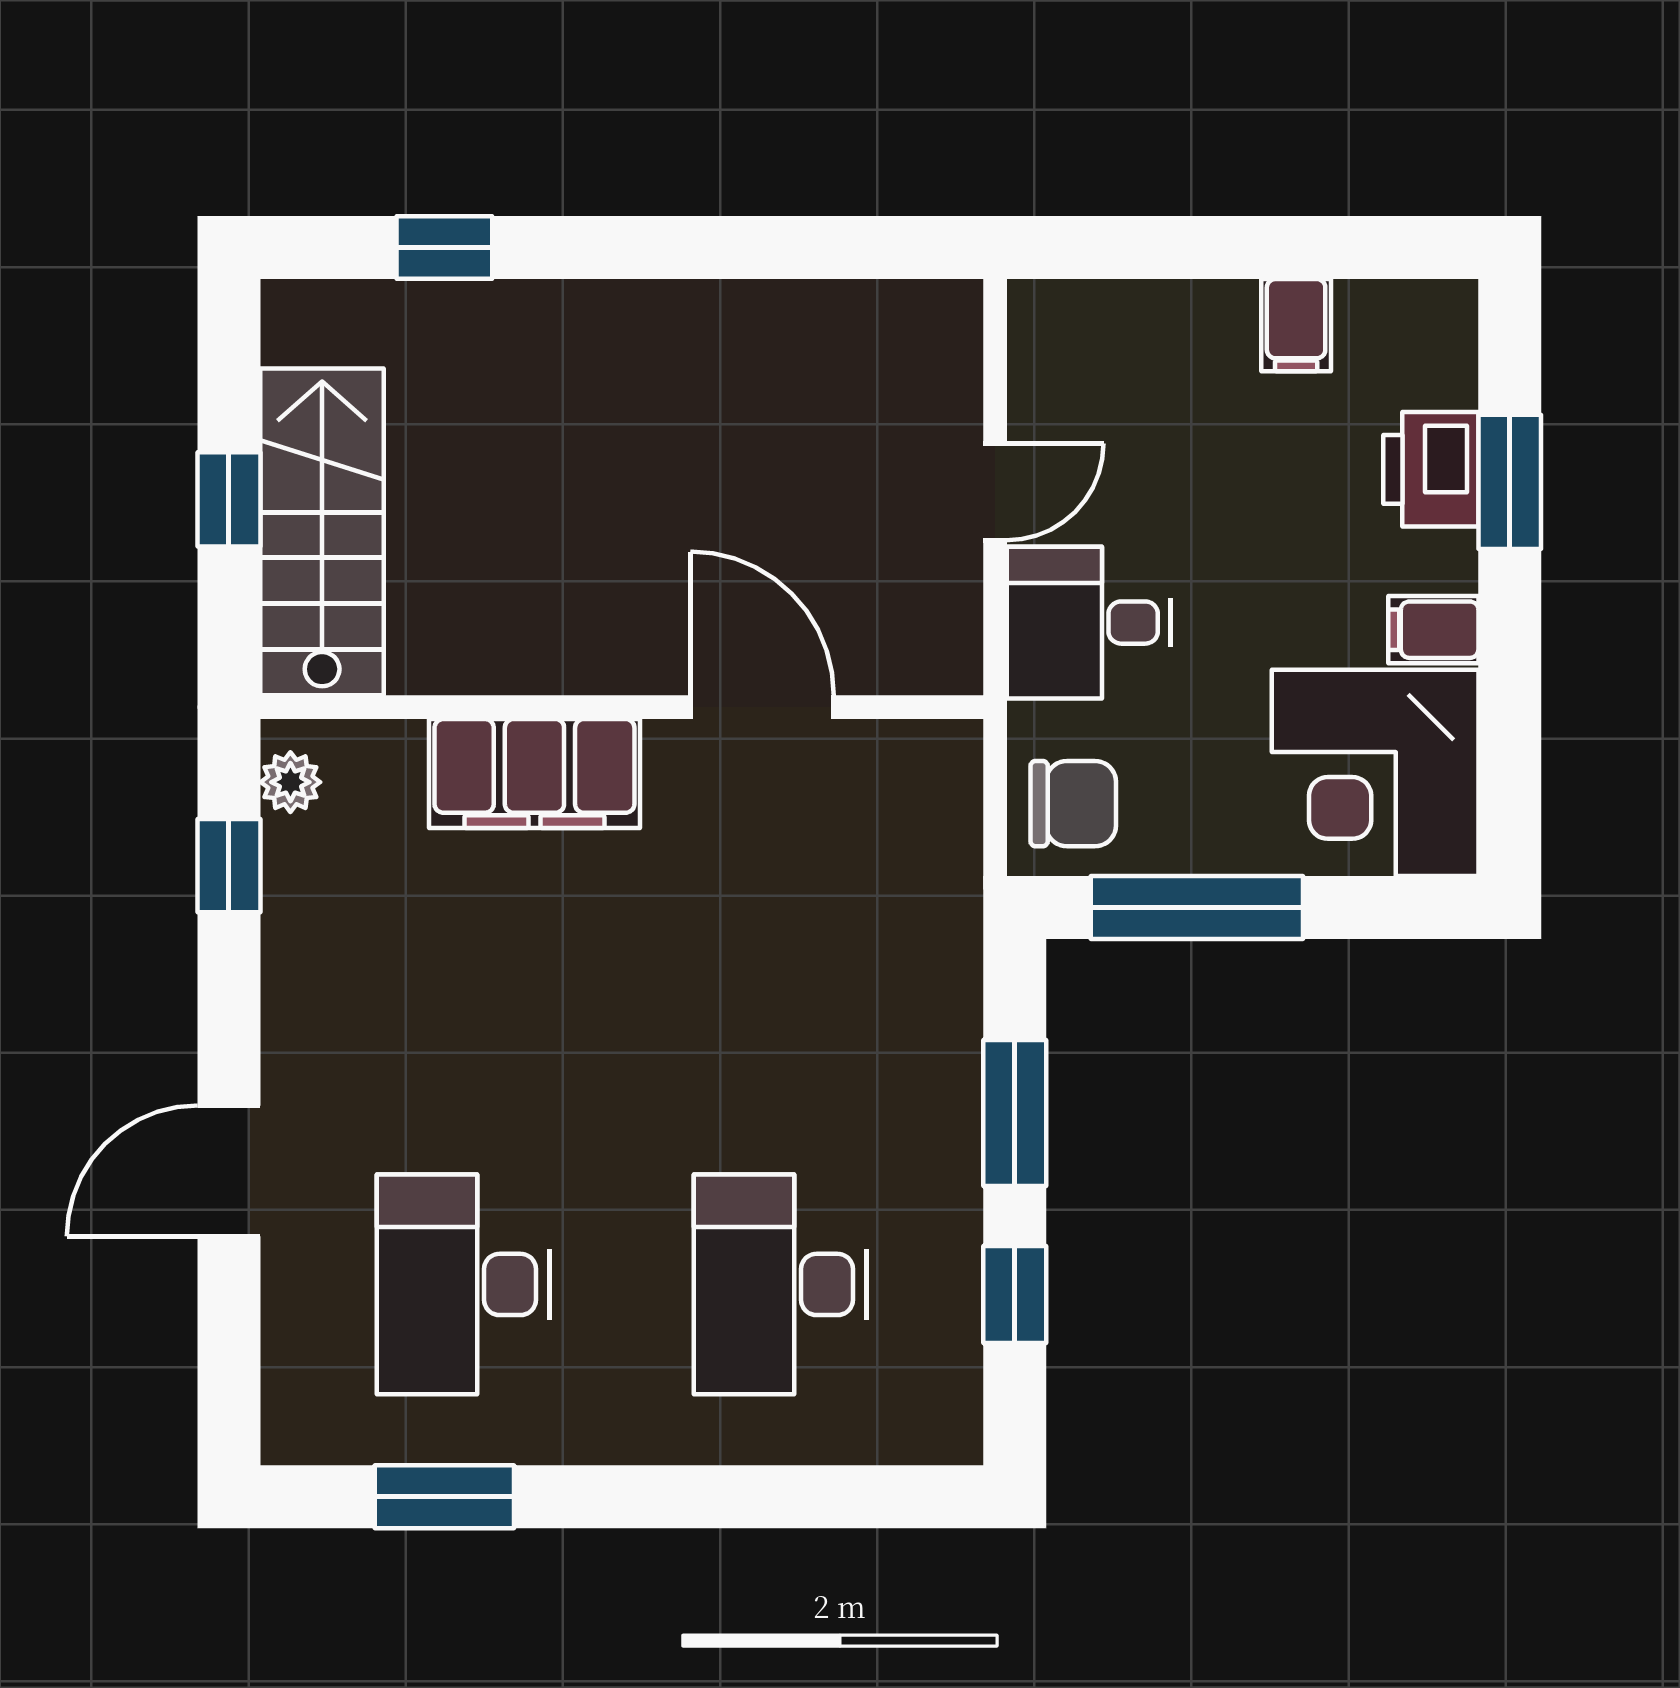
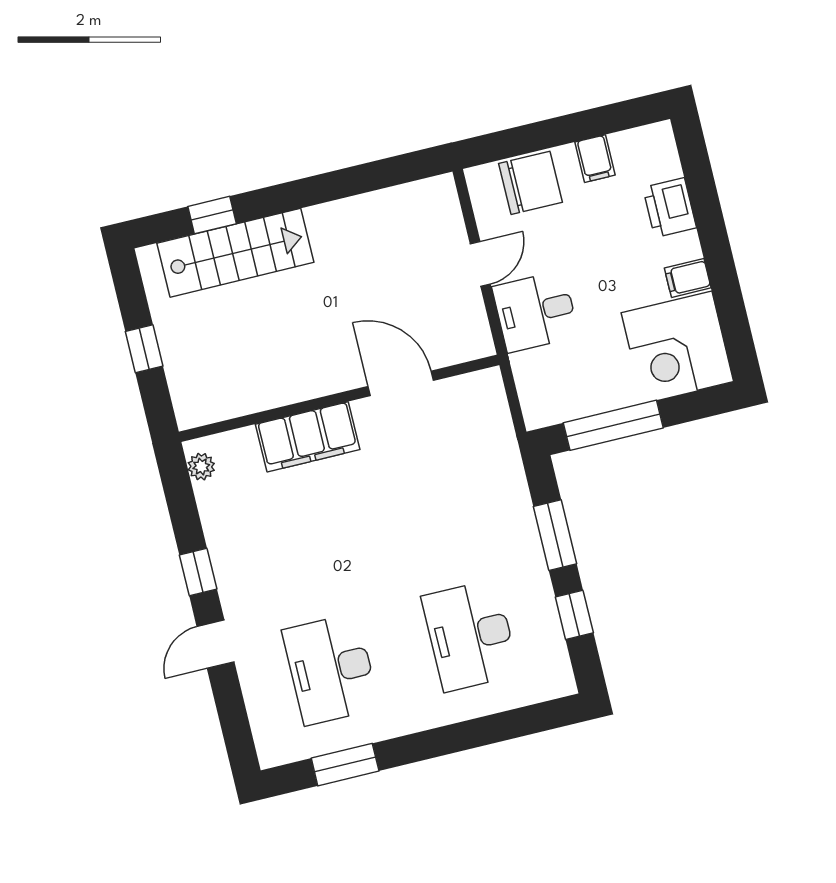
window: (1510, 482) -> (706, 205), removed
stairs: (322, 532) -> (235, 253), moved, turned 90
chair: (1073, 804) -> (530, 183), moved, width x1.37, depth x1.37
window: (229, 866) -> (198, 572), moved
door: (229, 1171) -> (216, 644), width x0.73

